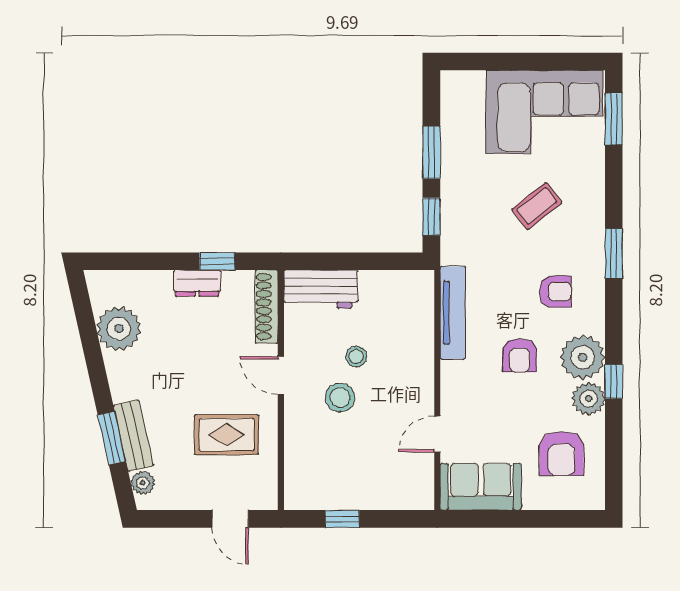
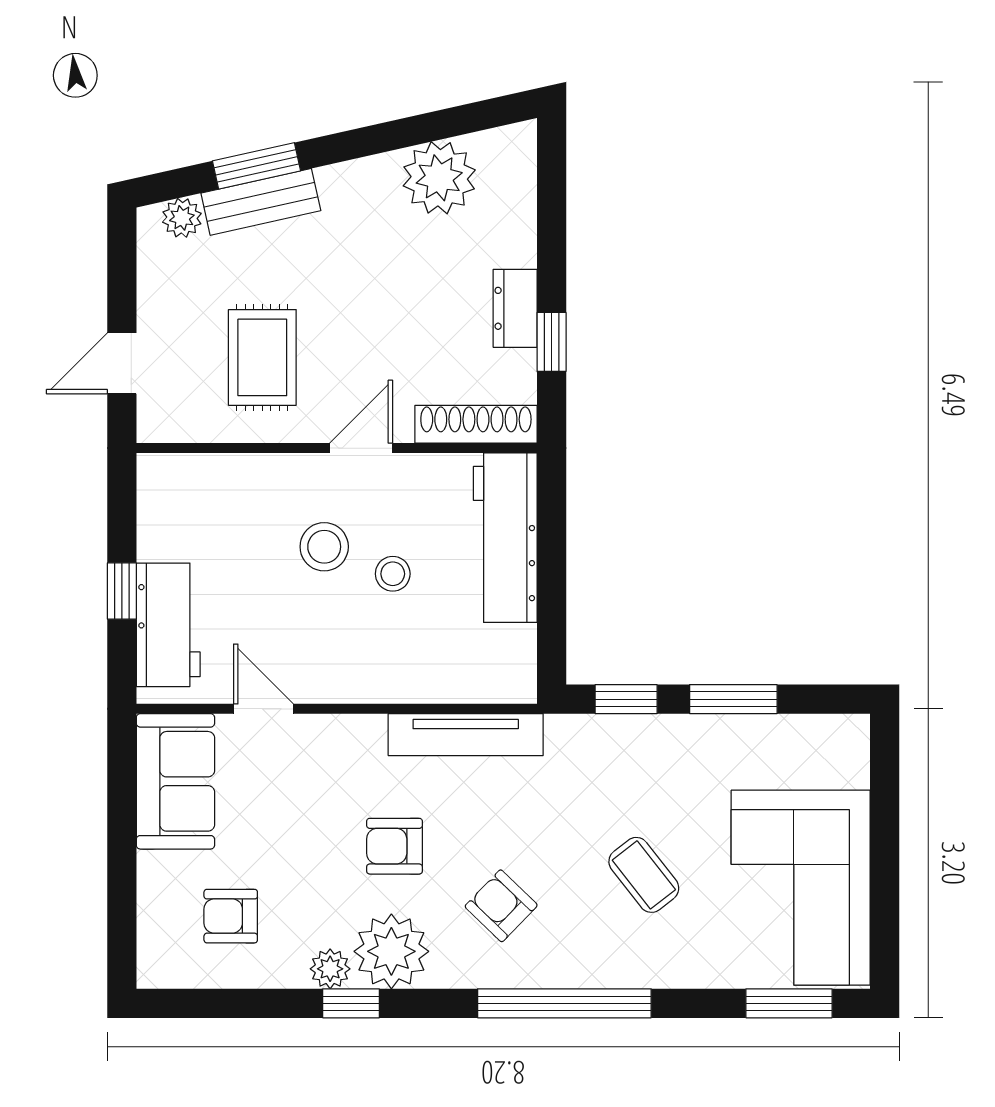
window: (614, 254) -> (564, 1003), width x2.11
workbench: (321, 289) -> (505, 538), width x1.38
armchair: (555, 291) -> (501, 906), turned 134
plant: (589, 399) -> (330, 969), width x0.73, depth x0.73
armchair: (561, 454) -> (231, 916), width x0.72, depth x0.72
workbench: (387, 491) -> (168, 625), added
window: (342, 519) -> (122, 591), moved

